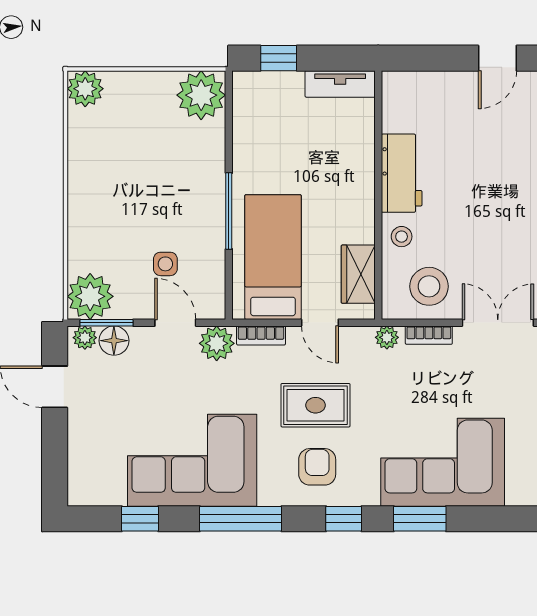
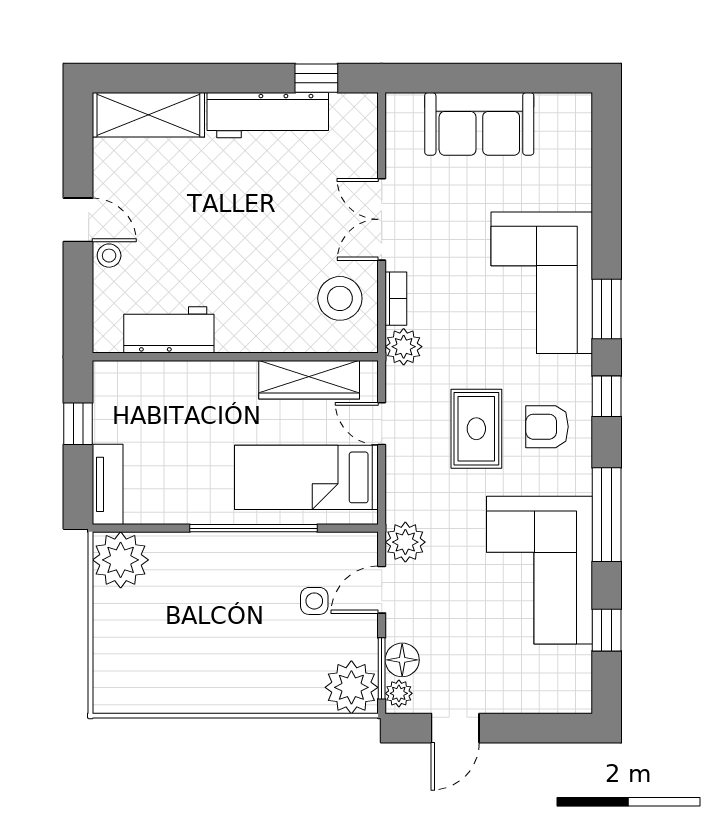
window: (279, 58) -> (78, 424), moved
tv unit: (340, 84) -> (108, 484), moved
plant: (85, 89) -> (113, 693), removed
workbench: (402, 173) -> (169, 330), moved
window: (229, 211) -> (253, 528), width x1.46
stool: (402, 237) -> (109, 256), moved
wardrobe: (358, 274) -> (309, 380), width x1.50
door: (320, 323) -> (382, 424), swing flipped
bookcase: (261, 335) -> (396, 491), removed
plant: (387, 337) -> (404, 347), width x1.38, depth x1.38

